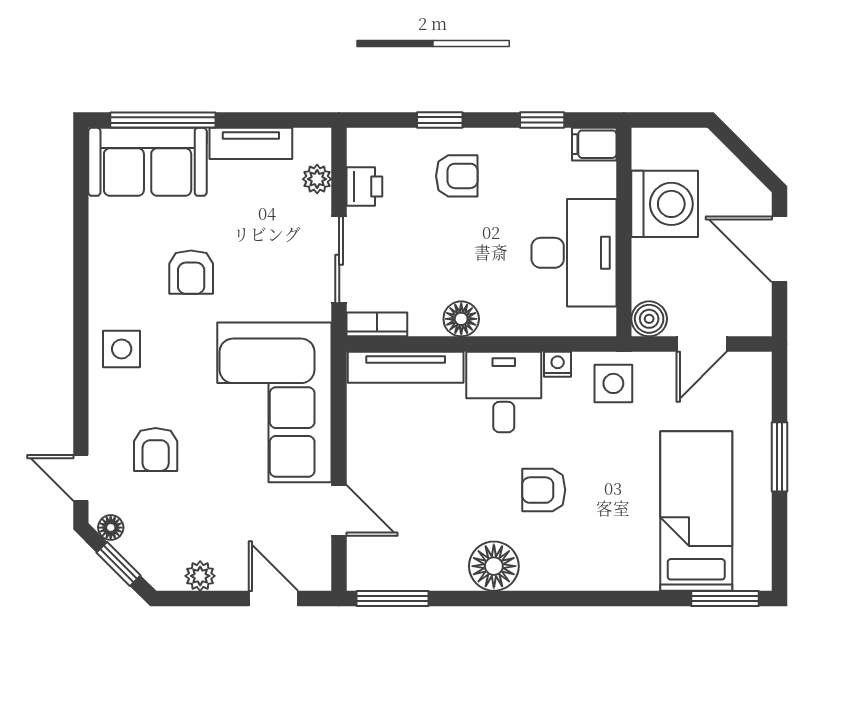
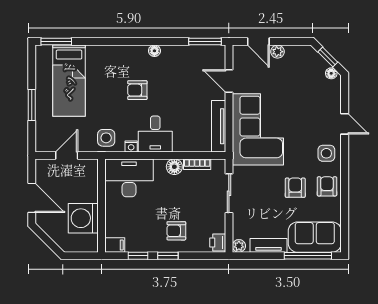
window: (440, 120) -> (168, 256), moved
plant: (317, 179) -> (239, 246), moved
printer: (364, 187) -> (218, 242), moved
desk: (574, 253) -> (129, 178), moved, turned 90
boiler: (649, 319) -> (90, 167), removed
bookcase: (377, 324) -> (197, 164), moved
tv unit: (406, 367) -> (219, 126), moved, turned -90
armchair: (156, 450) -> (327, 186), moved
door: (81, 478) -> (345, 124), moved
armchair: (544, 490) -> (137, 90), turned 180
floor lamp: (494, 566) -> (154, 51), width x0.53, depth x0.53
plant: (200, 576) -> (278, 52), moved

